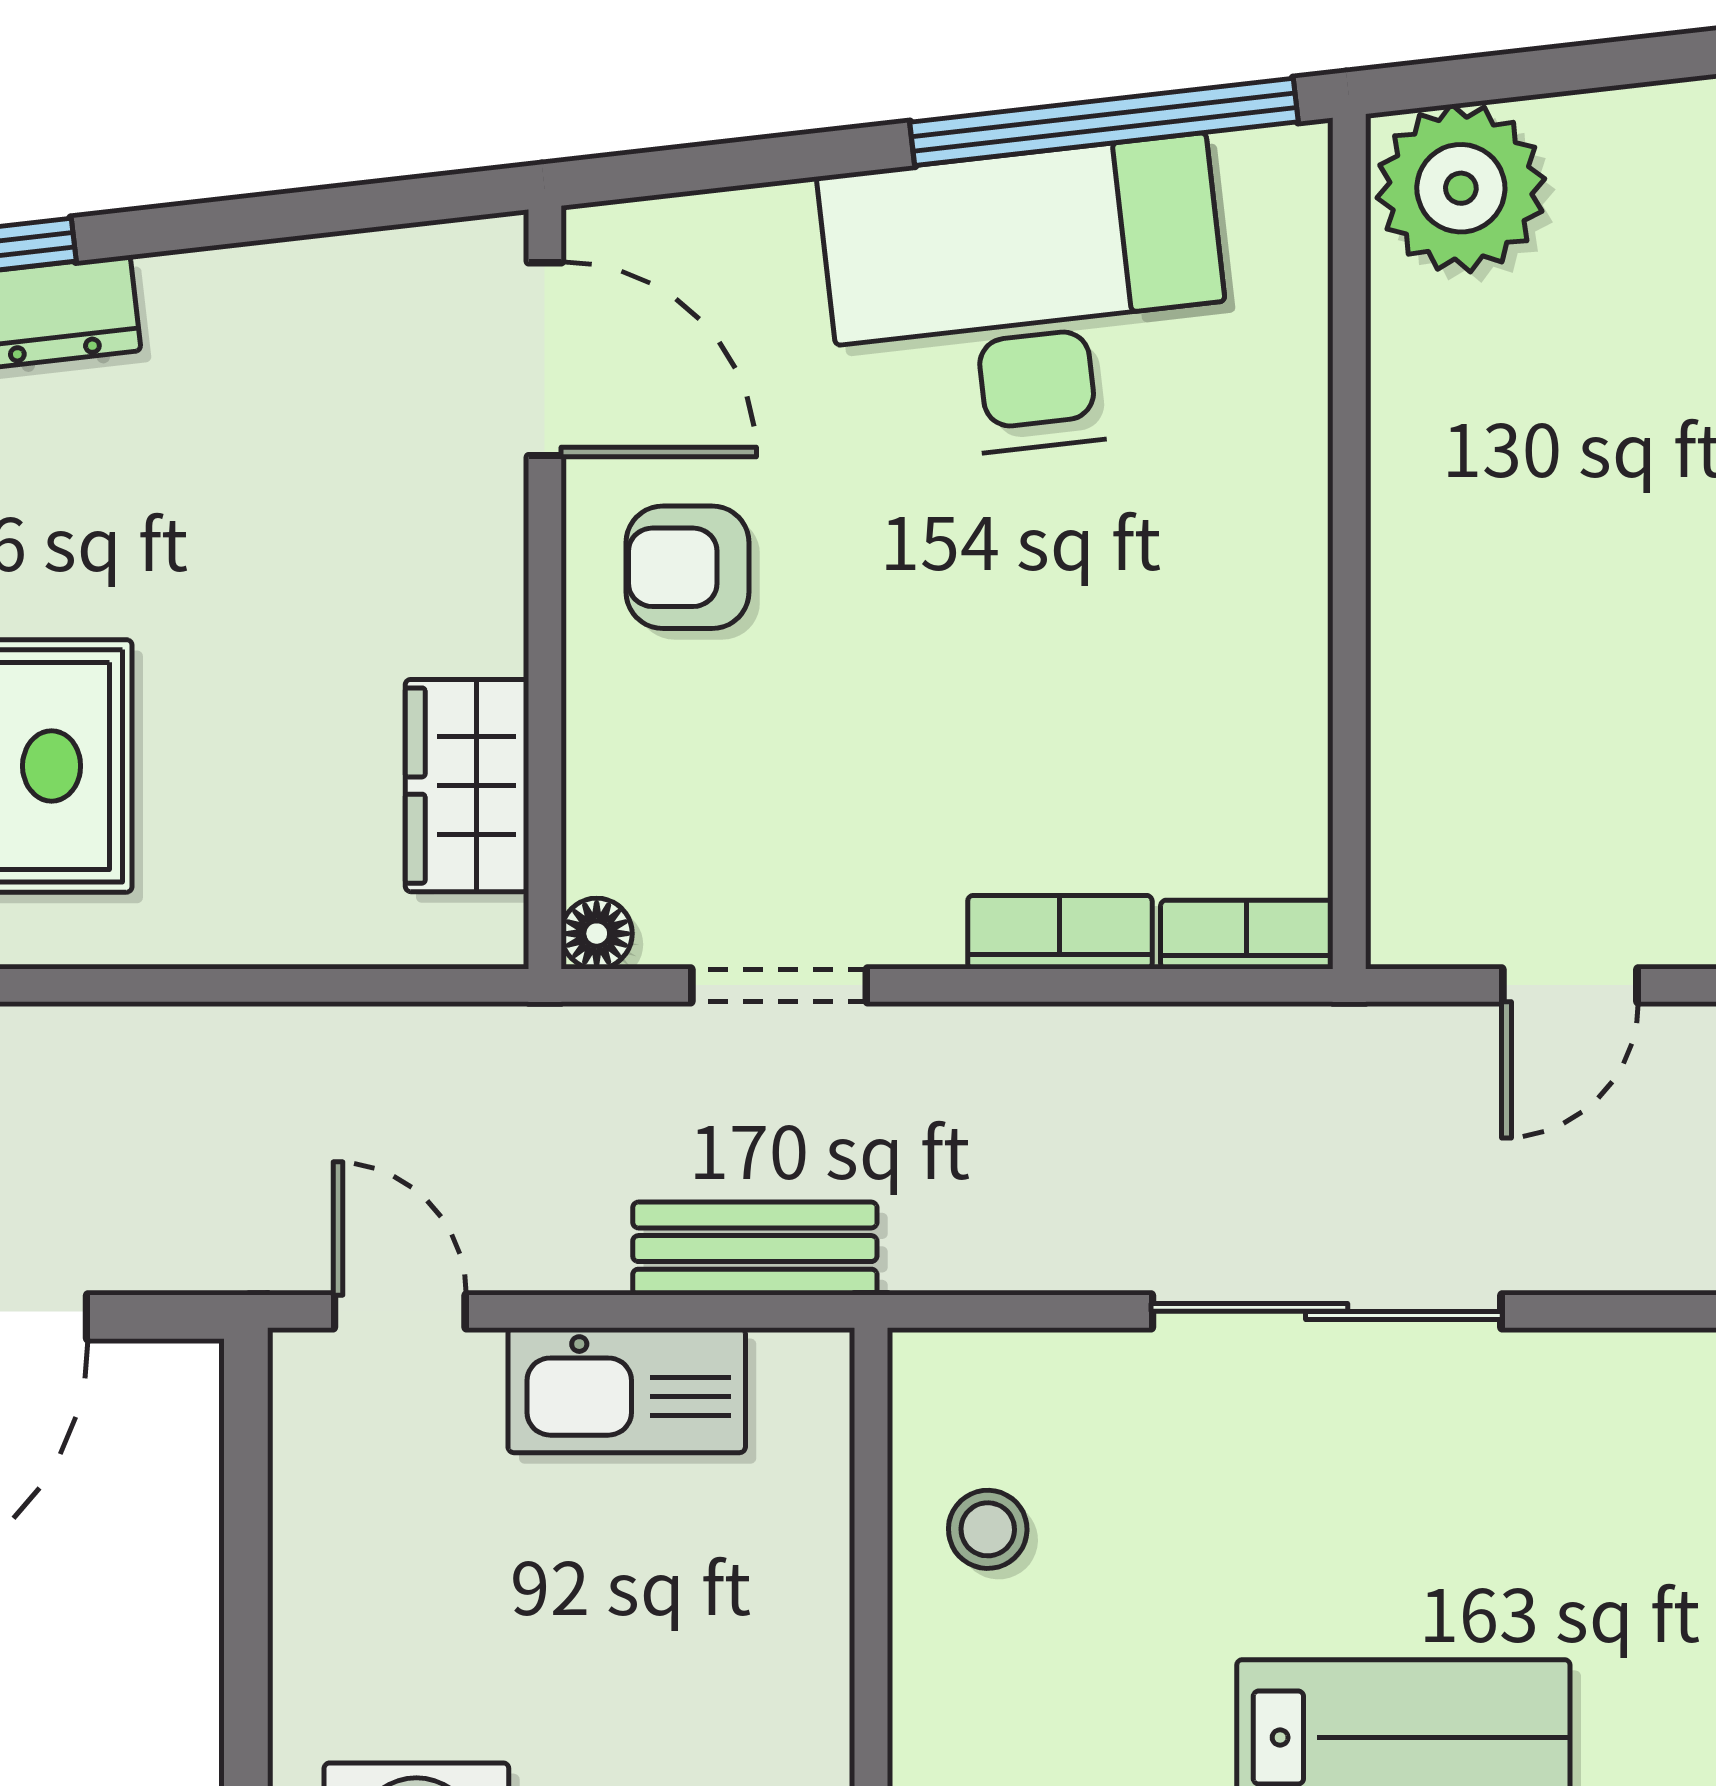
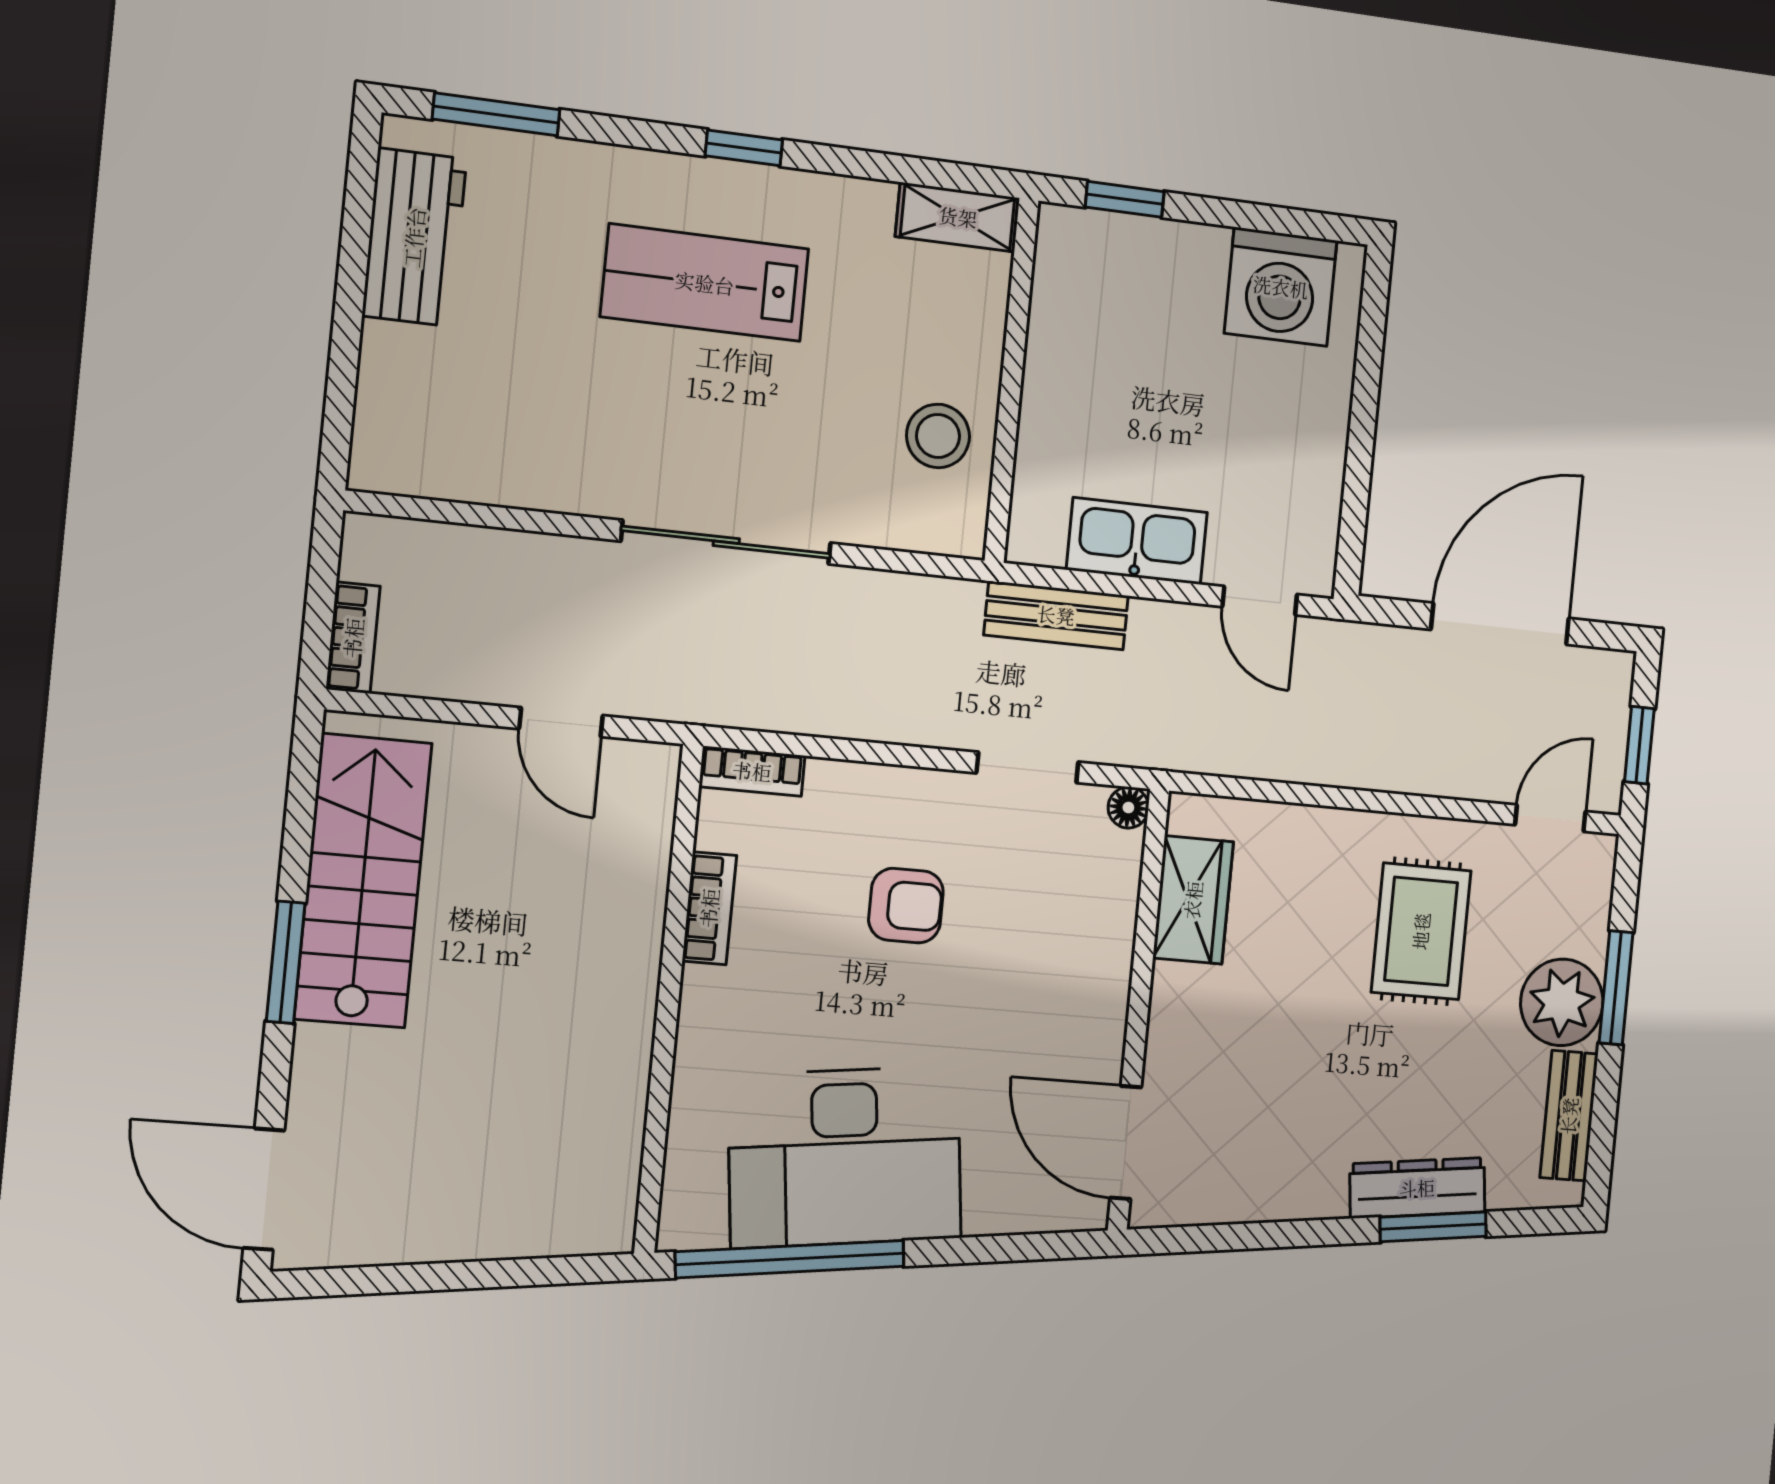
plant: (1461, 188) -> (581, 1206), removed
armchair: (687, 567) -> (906, 906), moved
bookcase: (1060, 932) -> (709, 908), moved, turned -90
door: (1570, 985) -> (561, 722), swing flipped
stool: (988, 1529) -> (938, 436), width x1.37, depth x1.37

